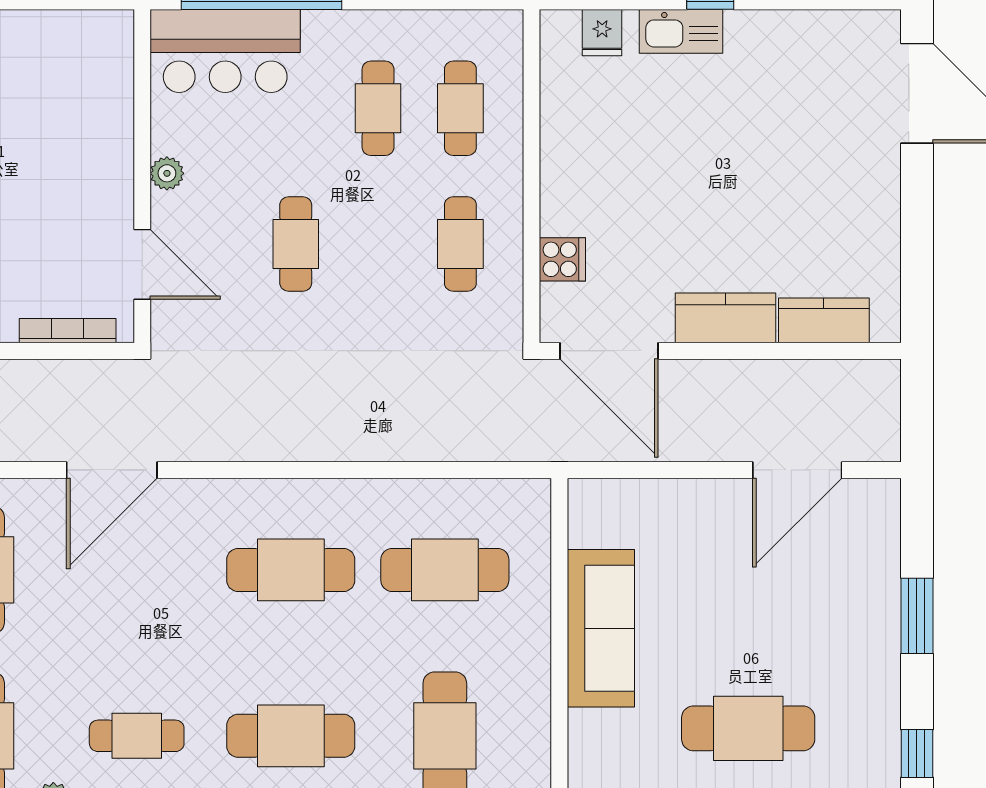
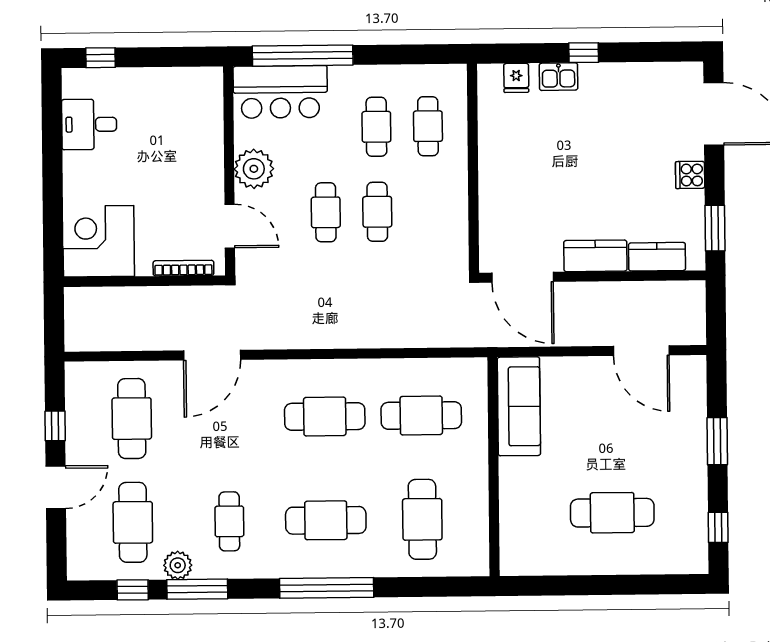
kitchen sink: (681, 31) -> (559, 77), width x0.73
plant: (167, 173) -> (254, 169), width x1.88, depth x1.88
cafe table: (460, 244) -> (377, 212), moved
cooker: (562, 259) -> (690, 175), moved, turned 180
window: (917, 276) -> (715, 228), added
door: (797, 470) -> (641, 351), hinge flipped
sofa: (601, 628) -> (519, 406), moved
cafe table: (137, 736) -> (229, 521), turned 90

